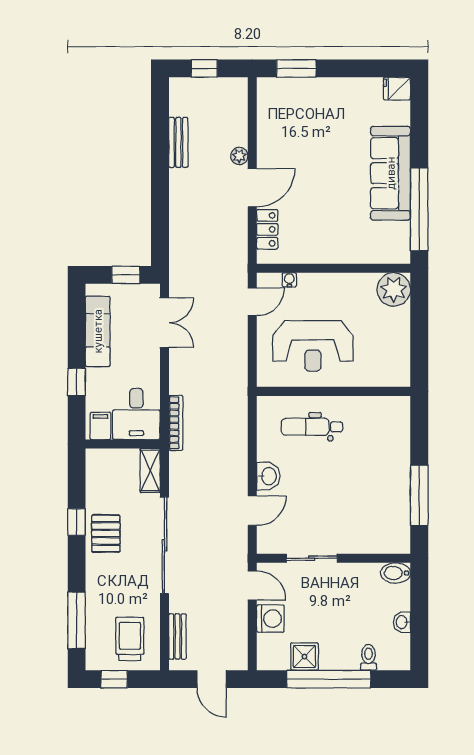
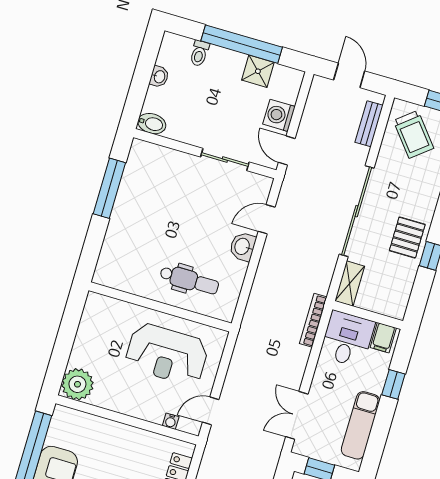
reception desk: (313, 346) -> (167, 354), turned 180
trolley: (130, 639) -> (413, 134), turned -39

